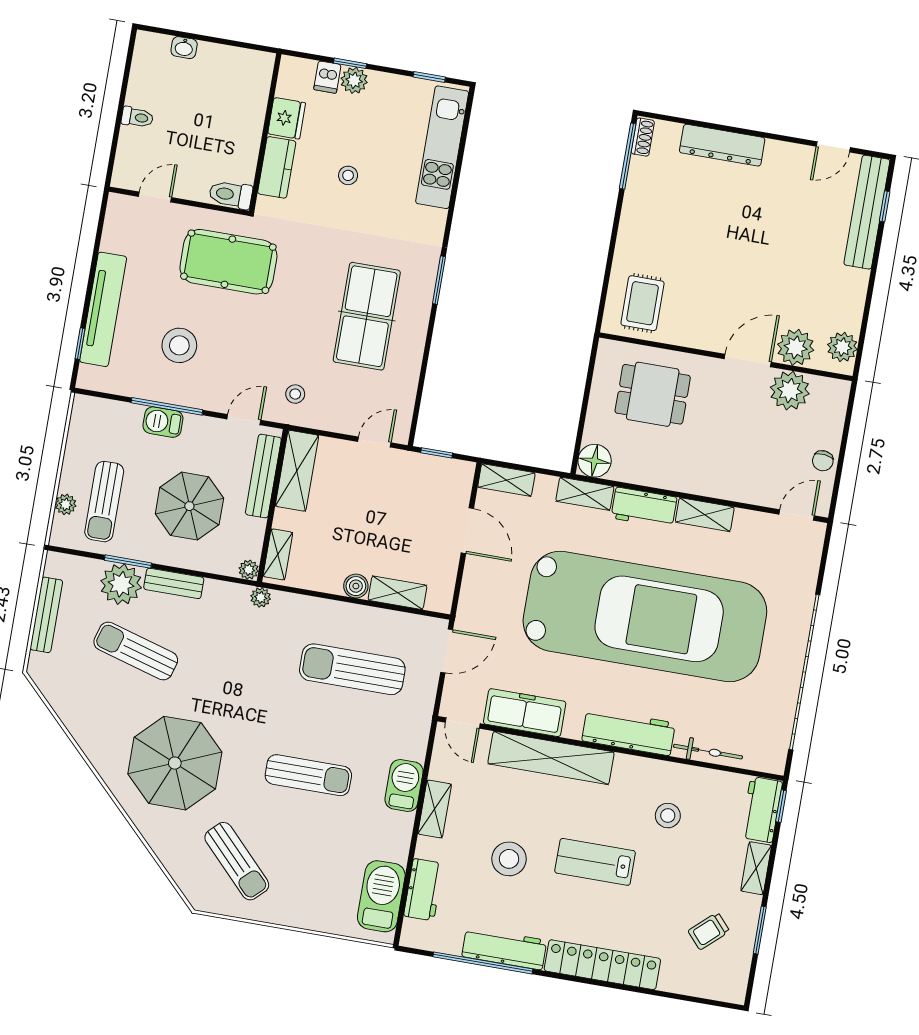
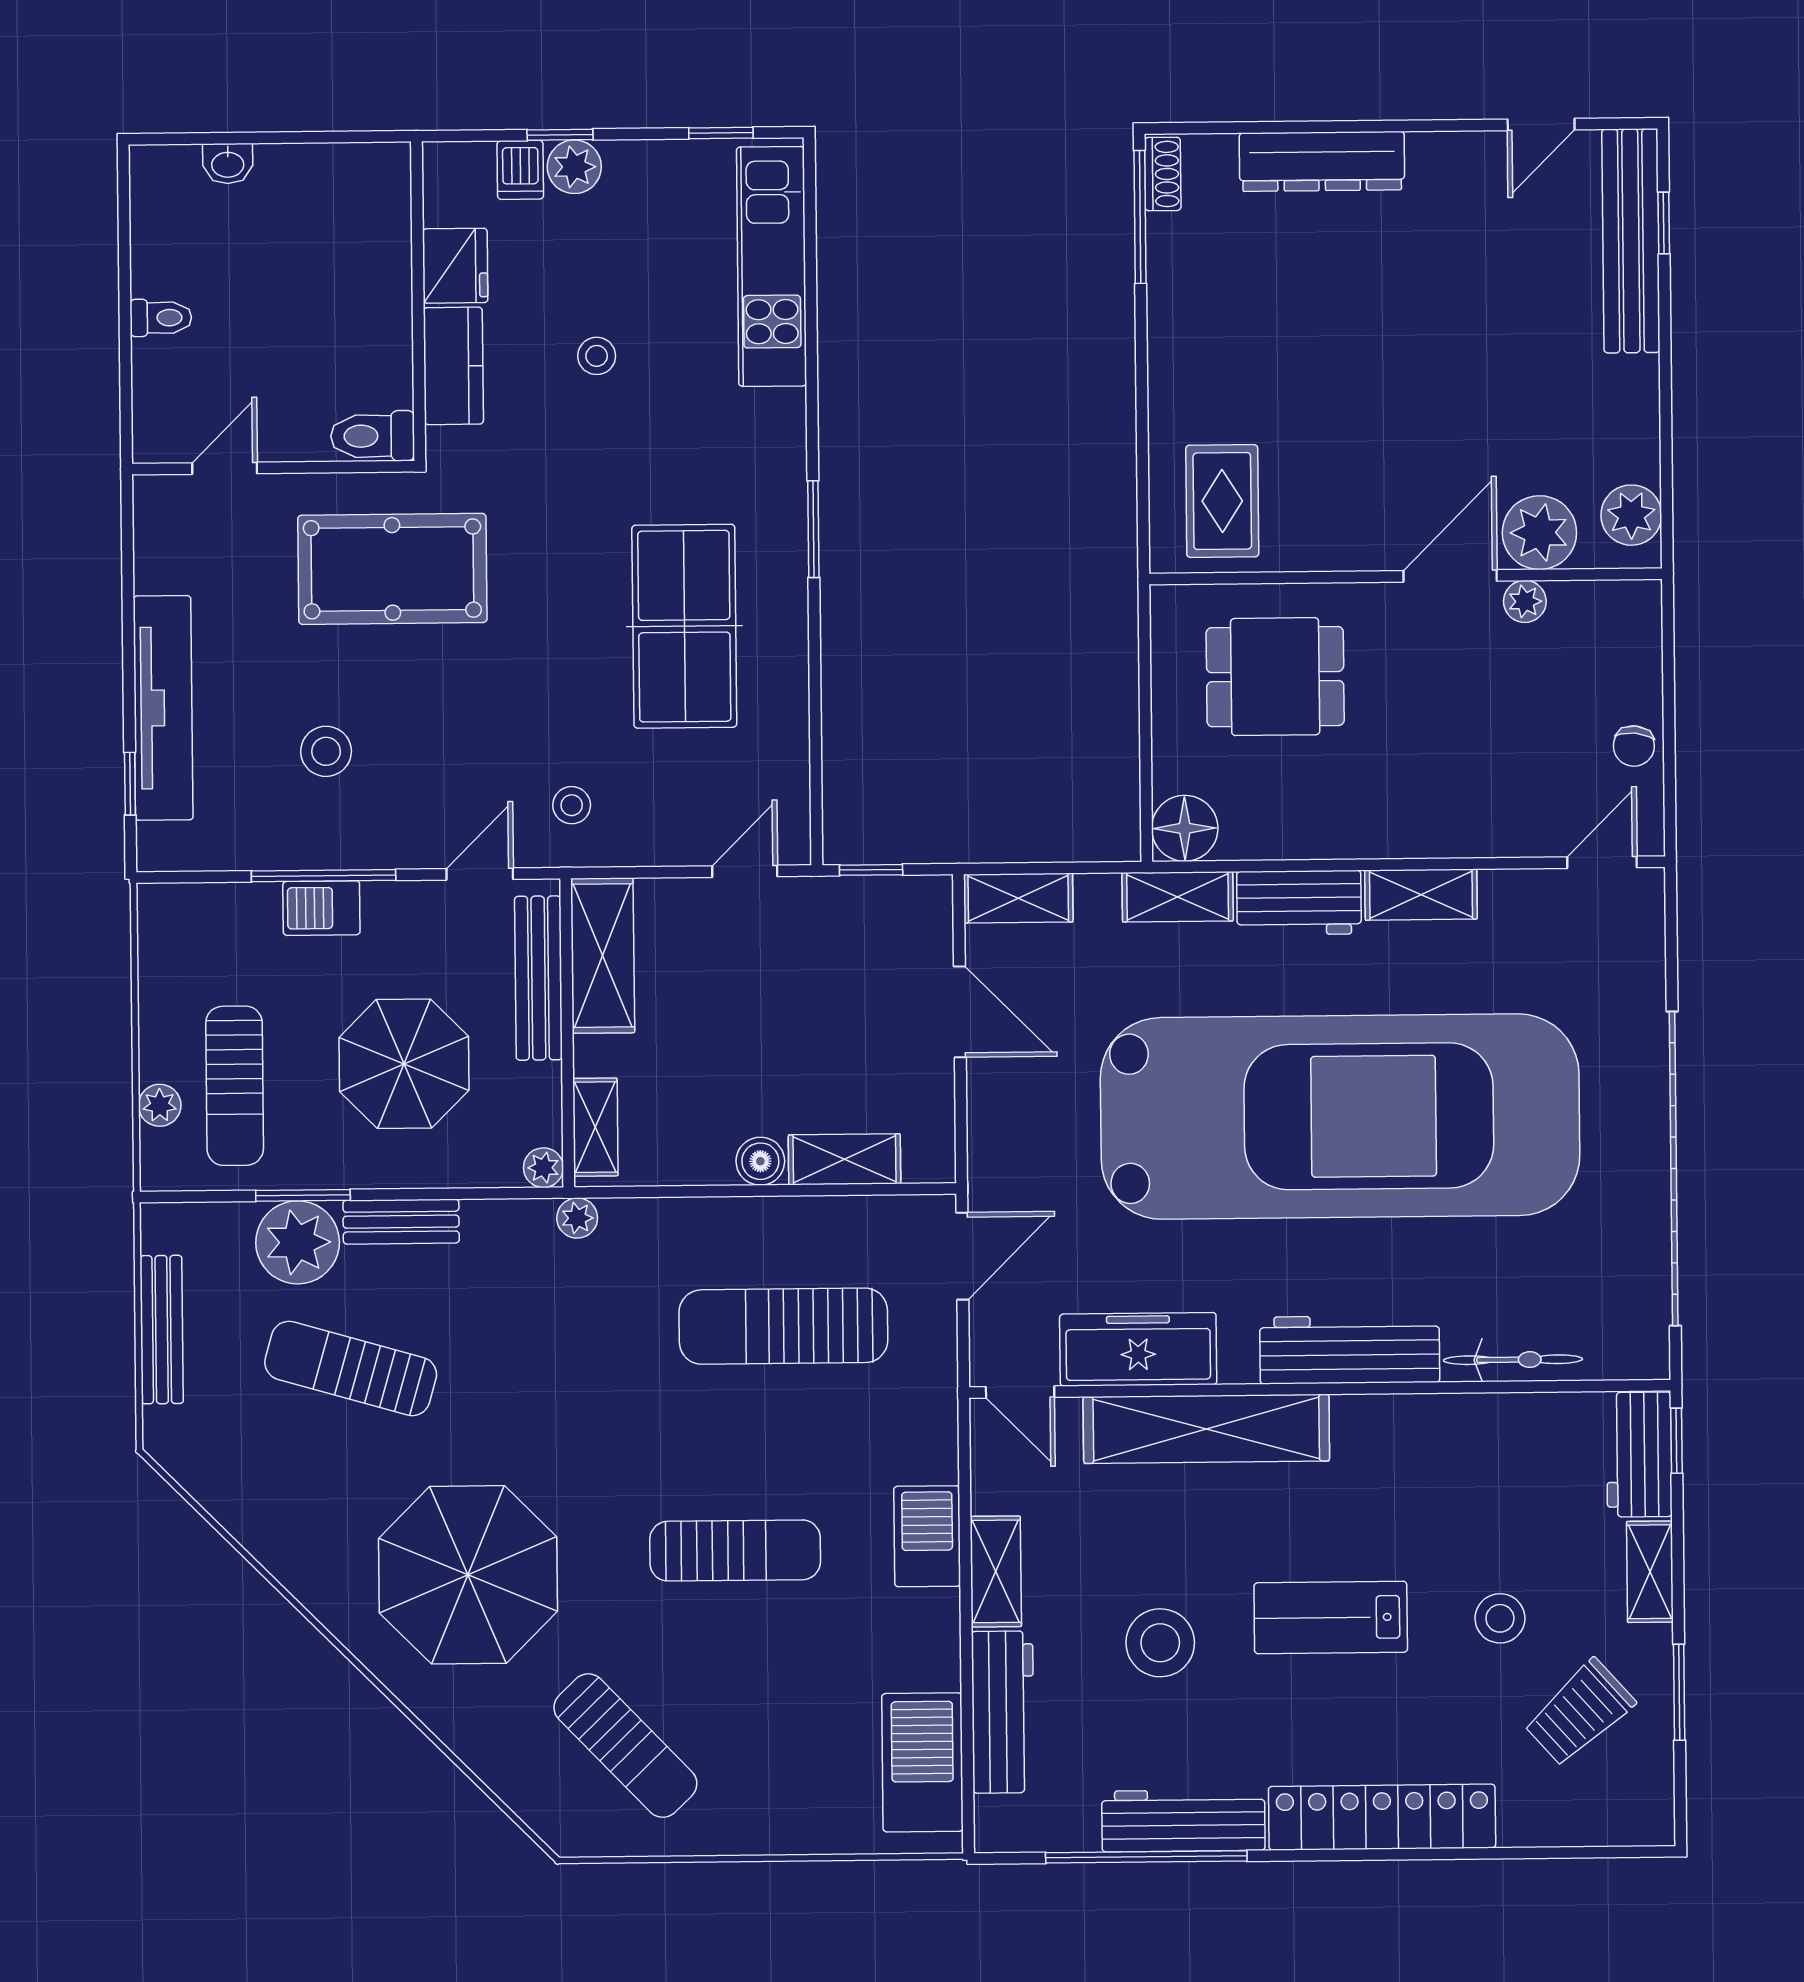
stool: (179, 345) -> (326, 751), width x0.73, depth x0.73
plant: (790, 391) -> (1525, 601), width x0.53, depth x0.53
stool: (668, 816) -> (1500, 1618), moved
workbench: (423, 890) -> (1003, 1712), width x1.38
trolley: (709, 931) -> (1579, 1713), width x1.36, depth x1.39

